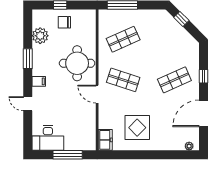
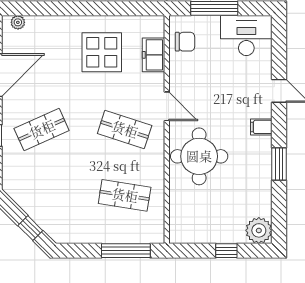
chair: (64, 22) -> (185, 42), moved
plant: (40, 36) -> (259, 230), moved
shop shelf: (123, 39) -> (125, 195), turned 33
freezer: (105, 140) -> (154, 55), moved

